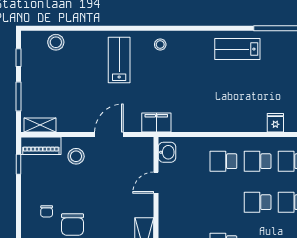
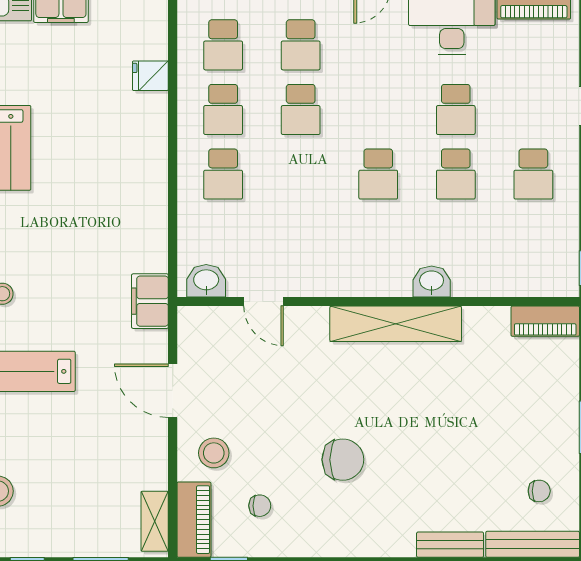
chair: (47, 211) -> (260, 506), moved

